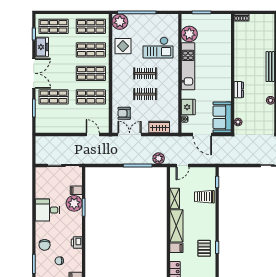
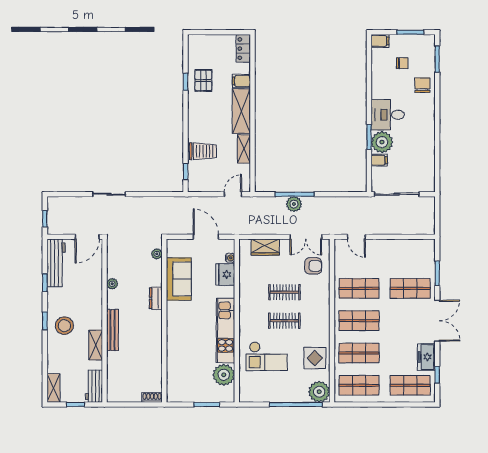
checkout: (158, 47) -> (267, 356), turned 180
double door: (34, 73) -> (437, 321), swing flipped
sofa: (222, 117) -> (179, 279), moved
plant: (159, 158) -> (294, 204), moved
desk: (48, 210) -> (388, 115), moved, turned 180
printer: (77, 243) -> (378, 88), removed

